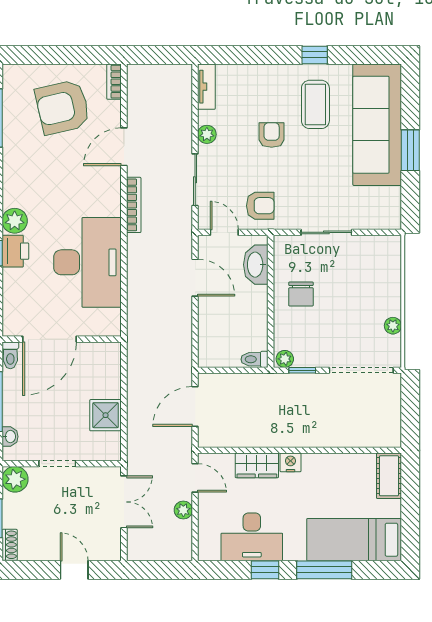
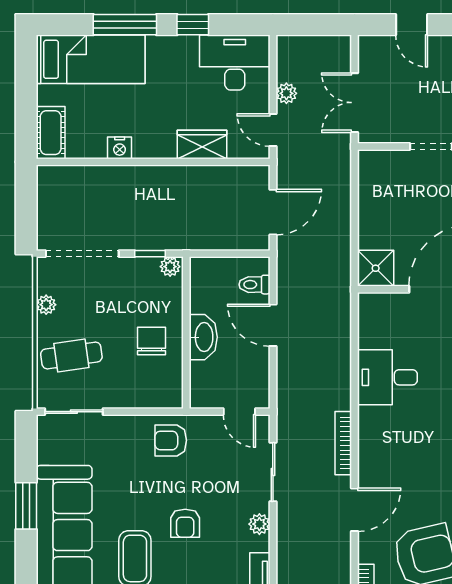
armchair: (260, 206) -> (171, 440), moved
sliding door: (326, 232) -> (74, 412), moved
desk: (87, 262) -> (387, 377), width x0.53, depth x0.77
washbasin: (256, 265) -> (203, 337), moved
door: (195, 278) -> (273, 325), moved
cafe table: (371, 281) -> (71, 355), added
toilet: (255, 359) -> (255, 285), moved, turned 180
shower: (106, 415) -> (376, 268), moved
nightstand: (290, 462) -> (120, 148), moved
desk: (252, 537) -> (235, 62), moved

